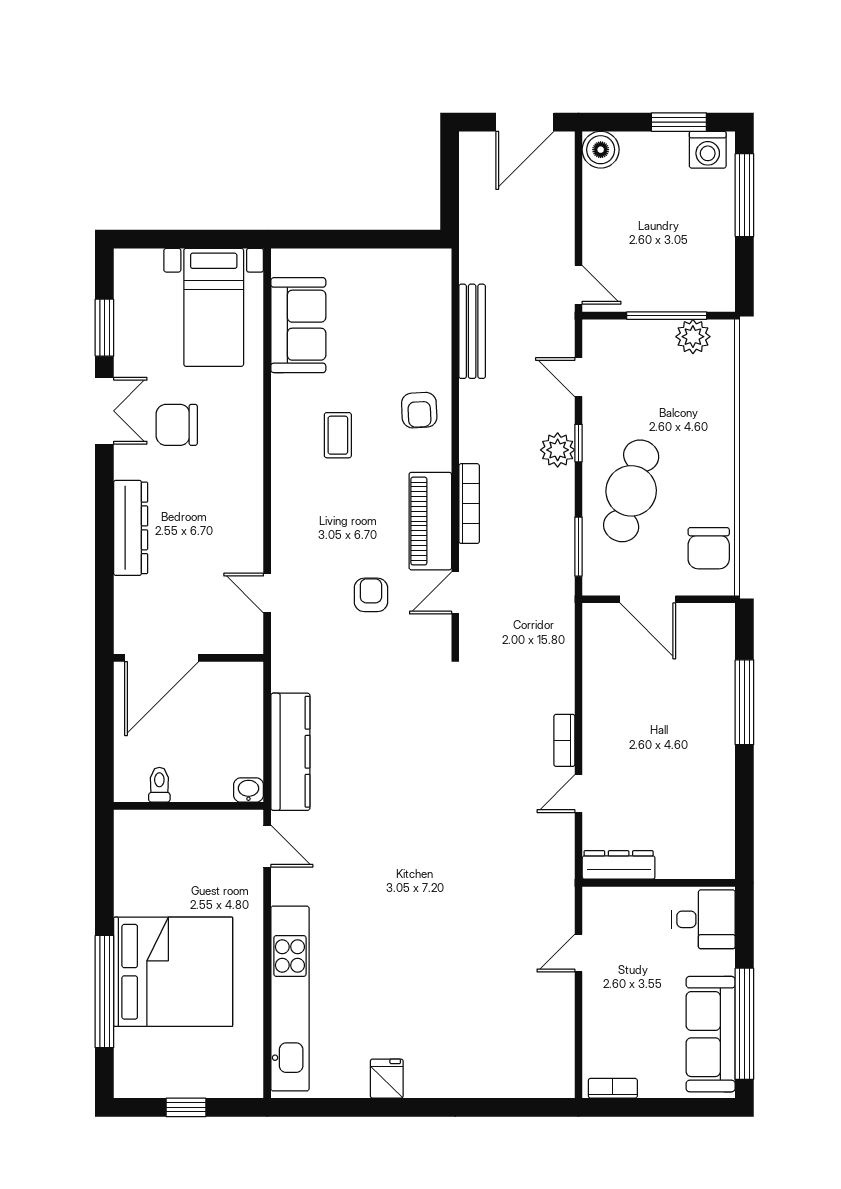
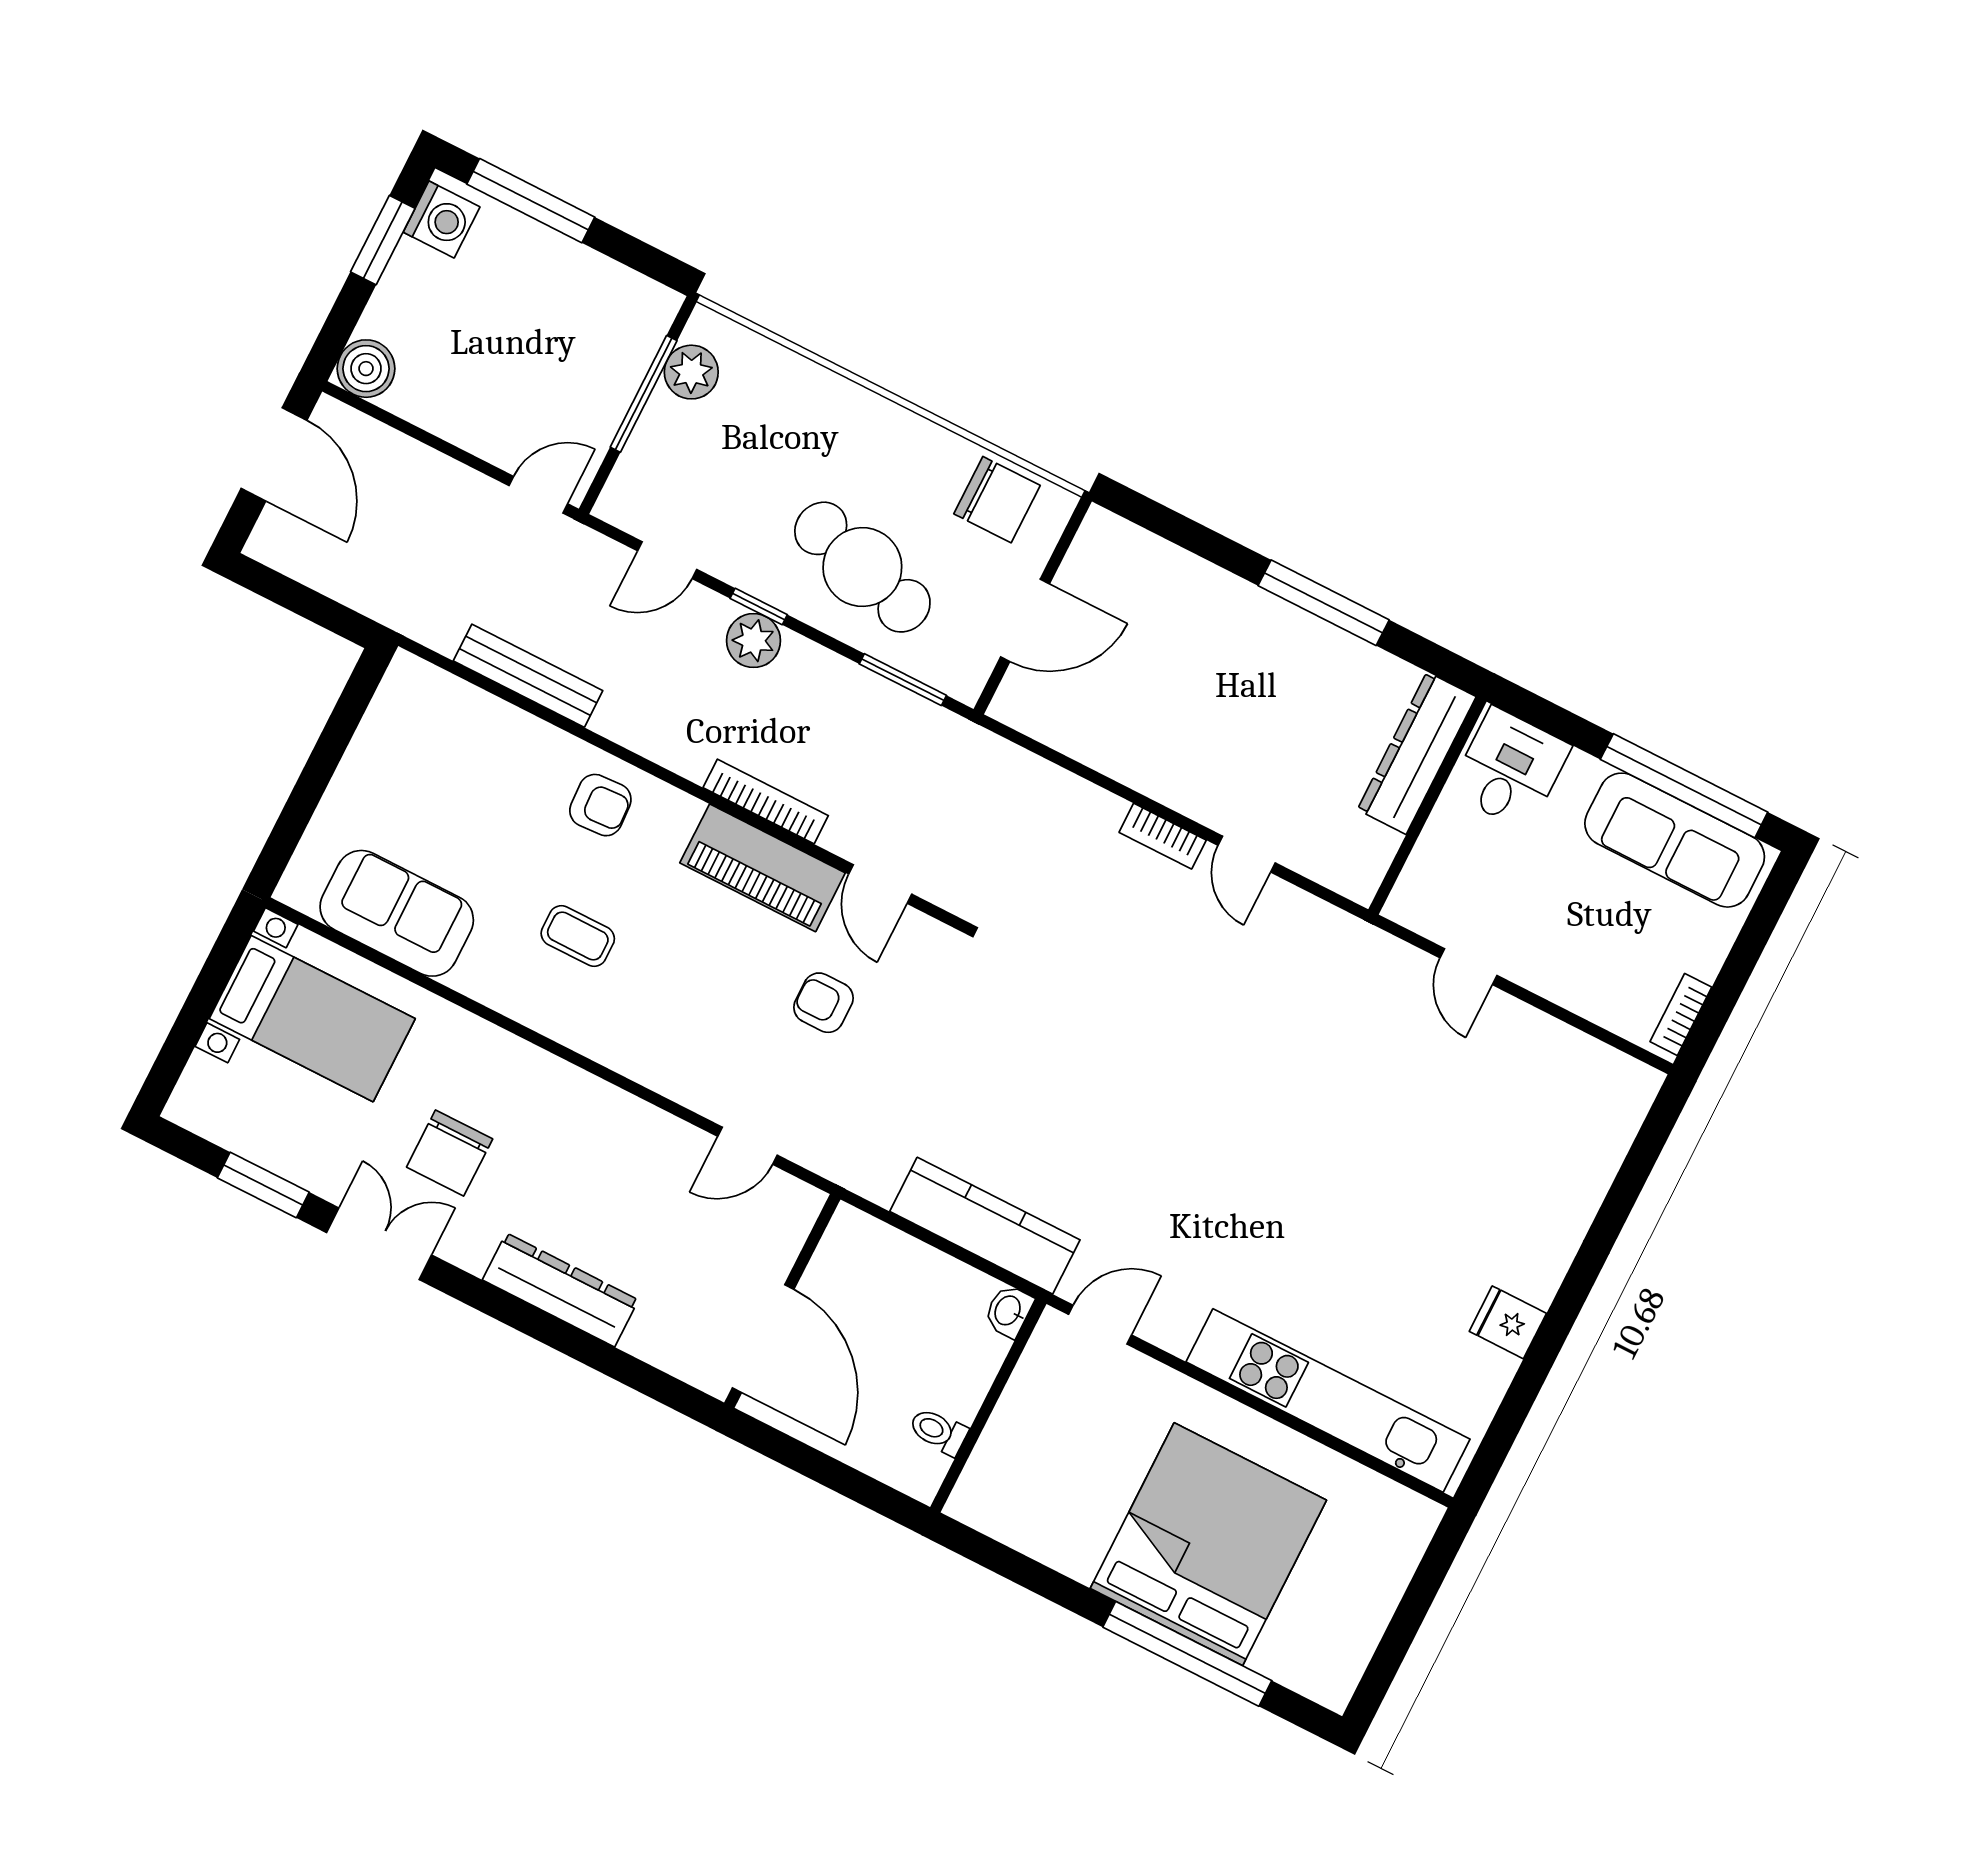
window: (744, 702) -> (1324, 603), moved
dresser: (619, 865) -> (1417, 753), moved, width x1.37, depth x1.24
window: (186, 1107) -> (1406, 1622), removed

